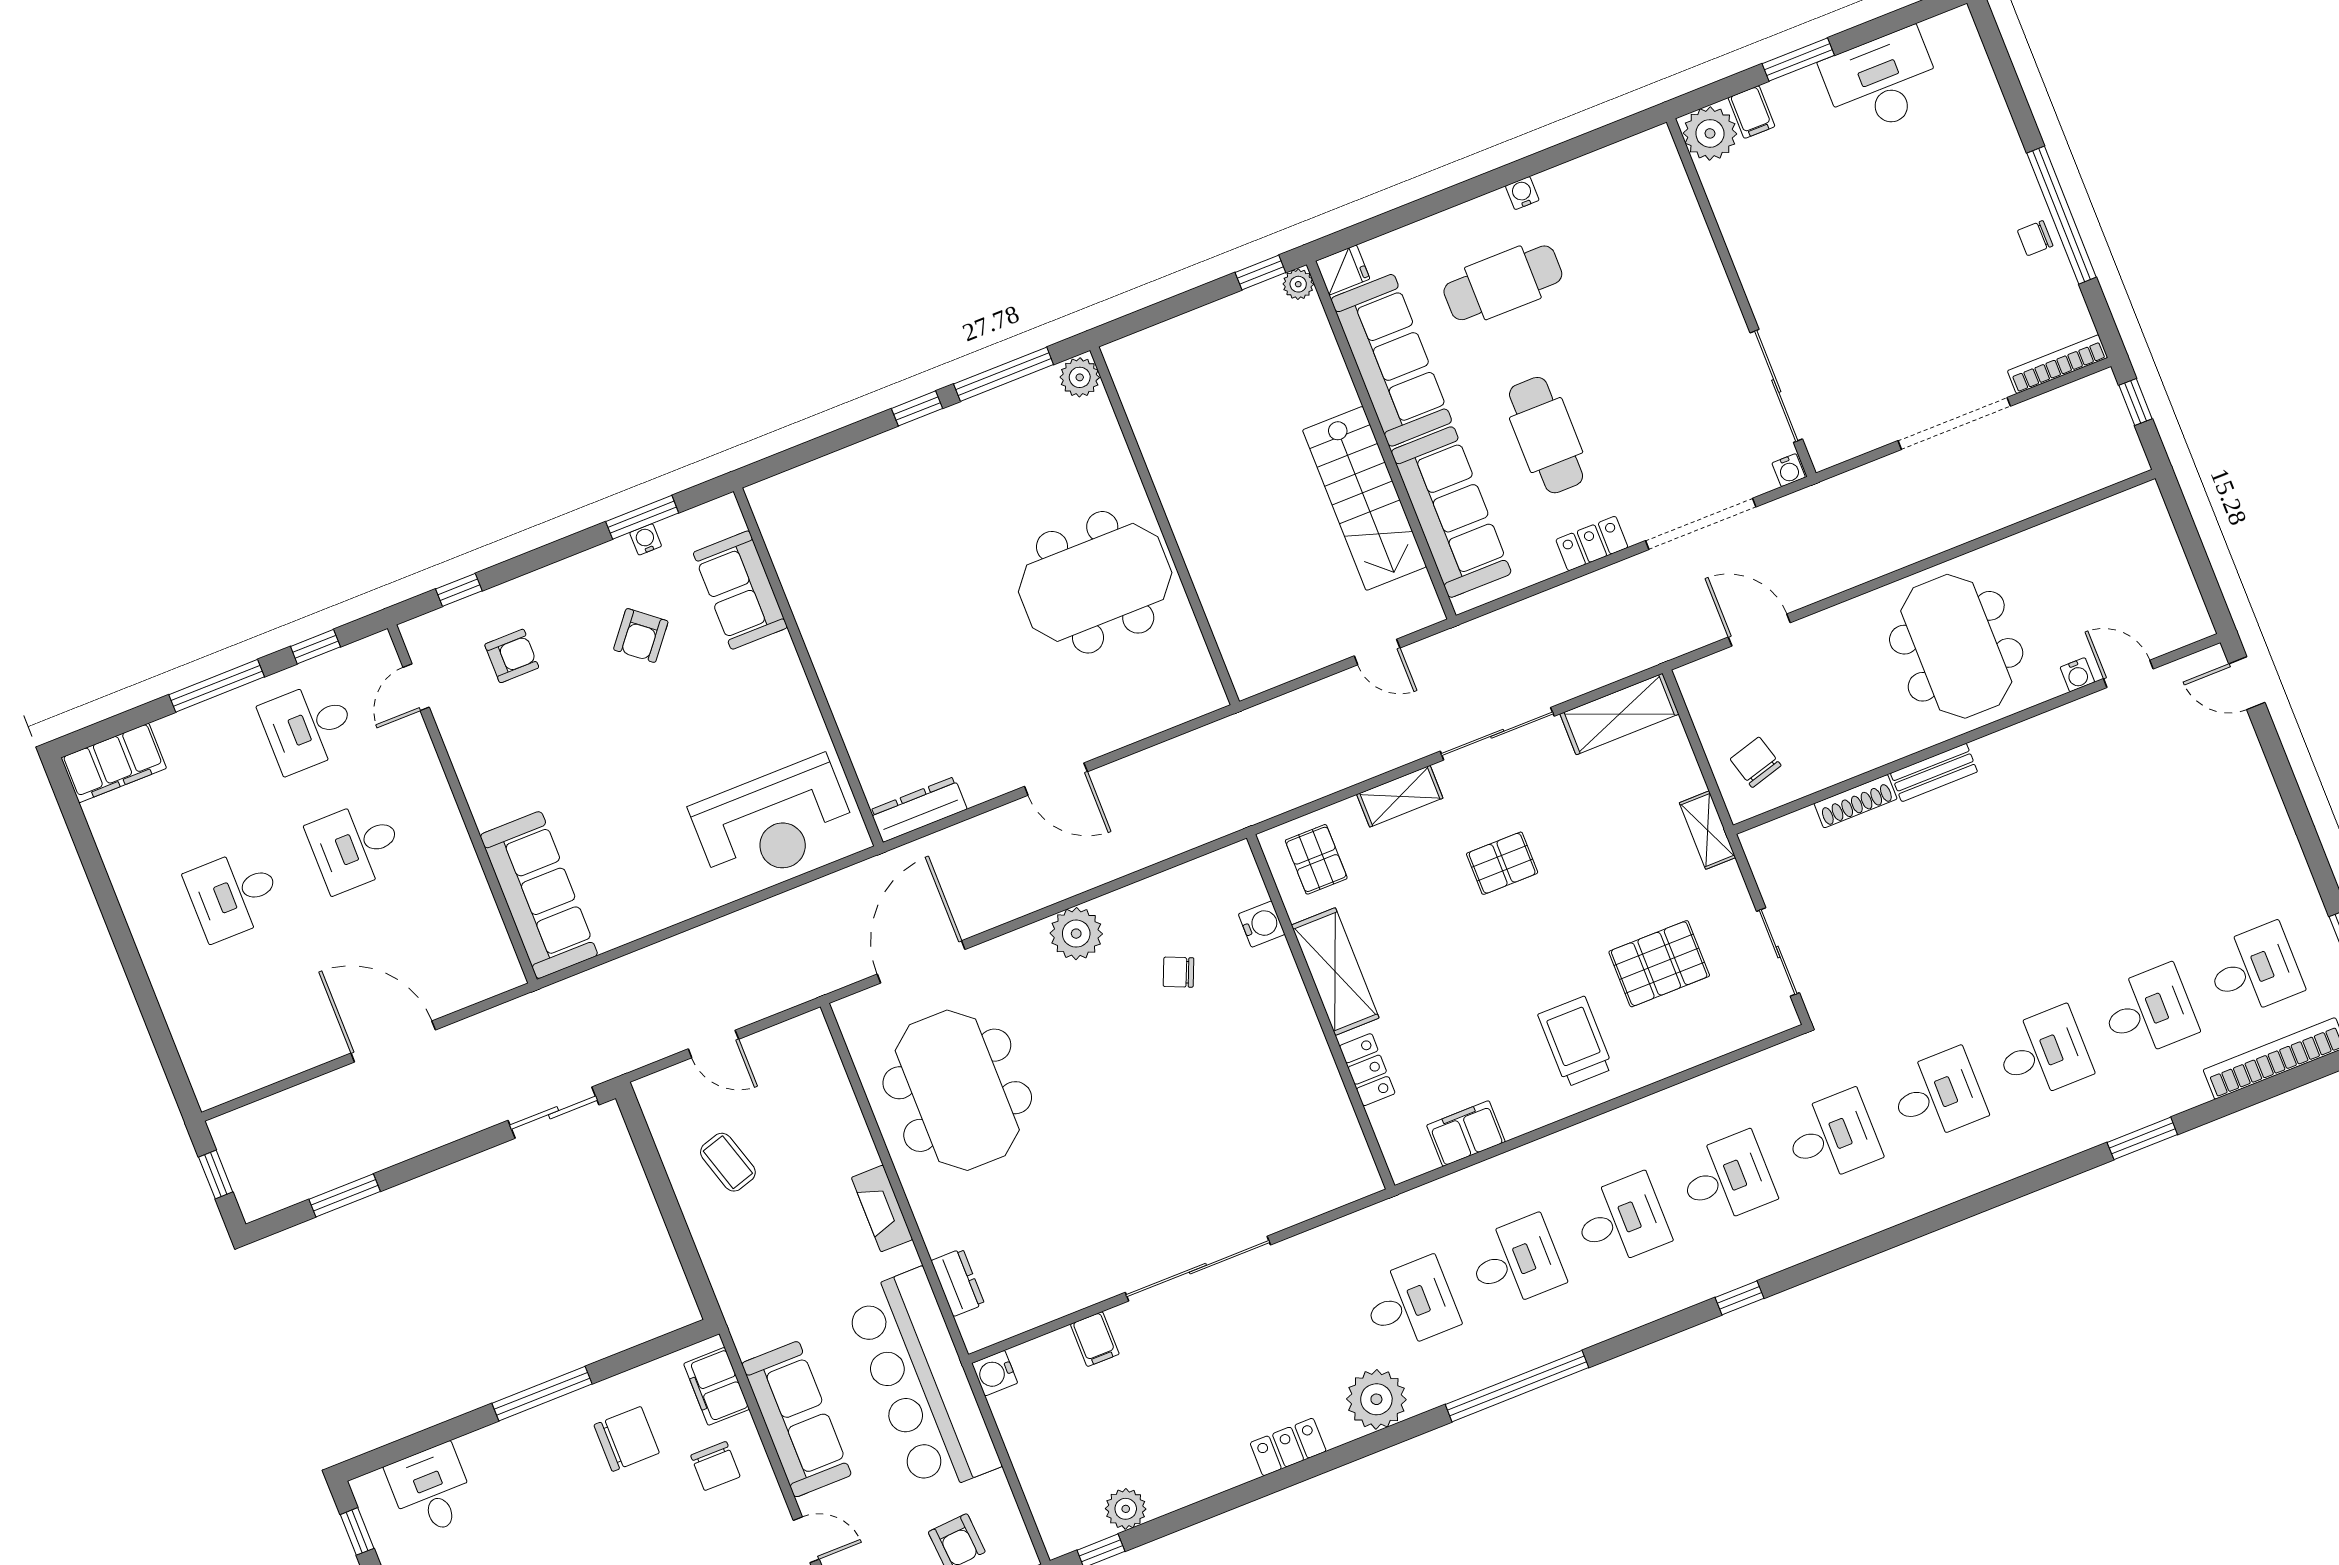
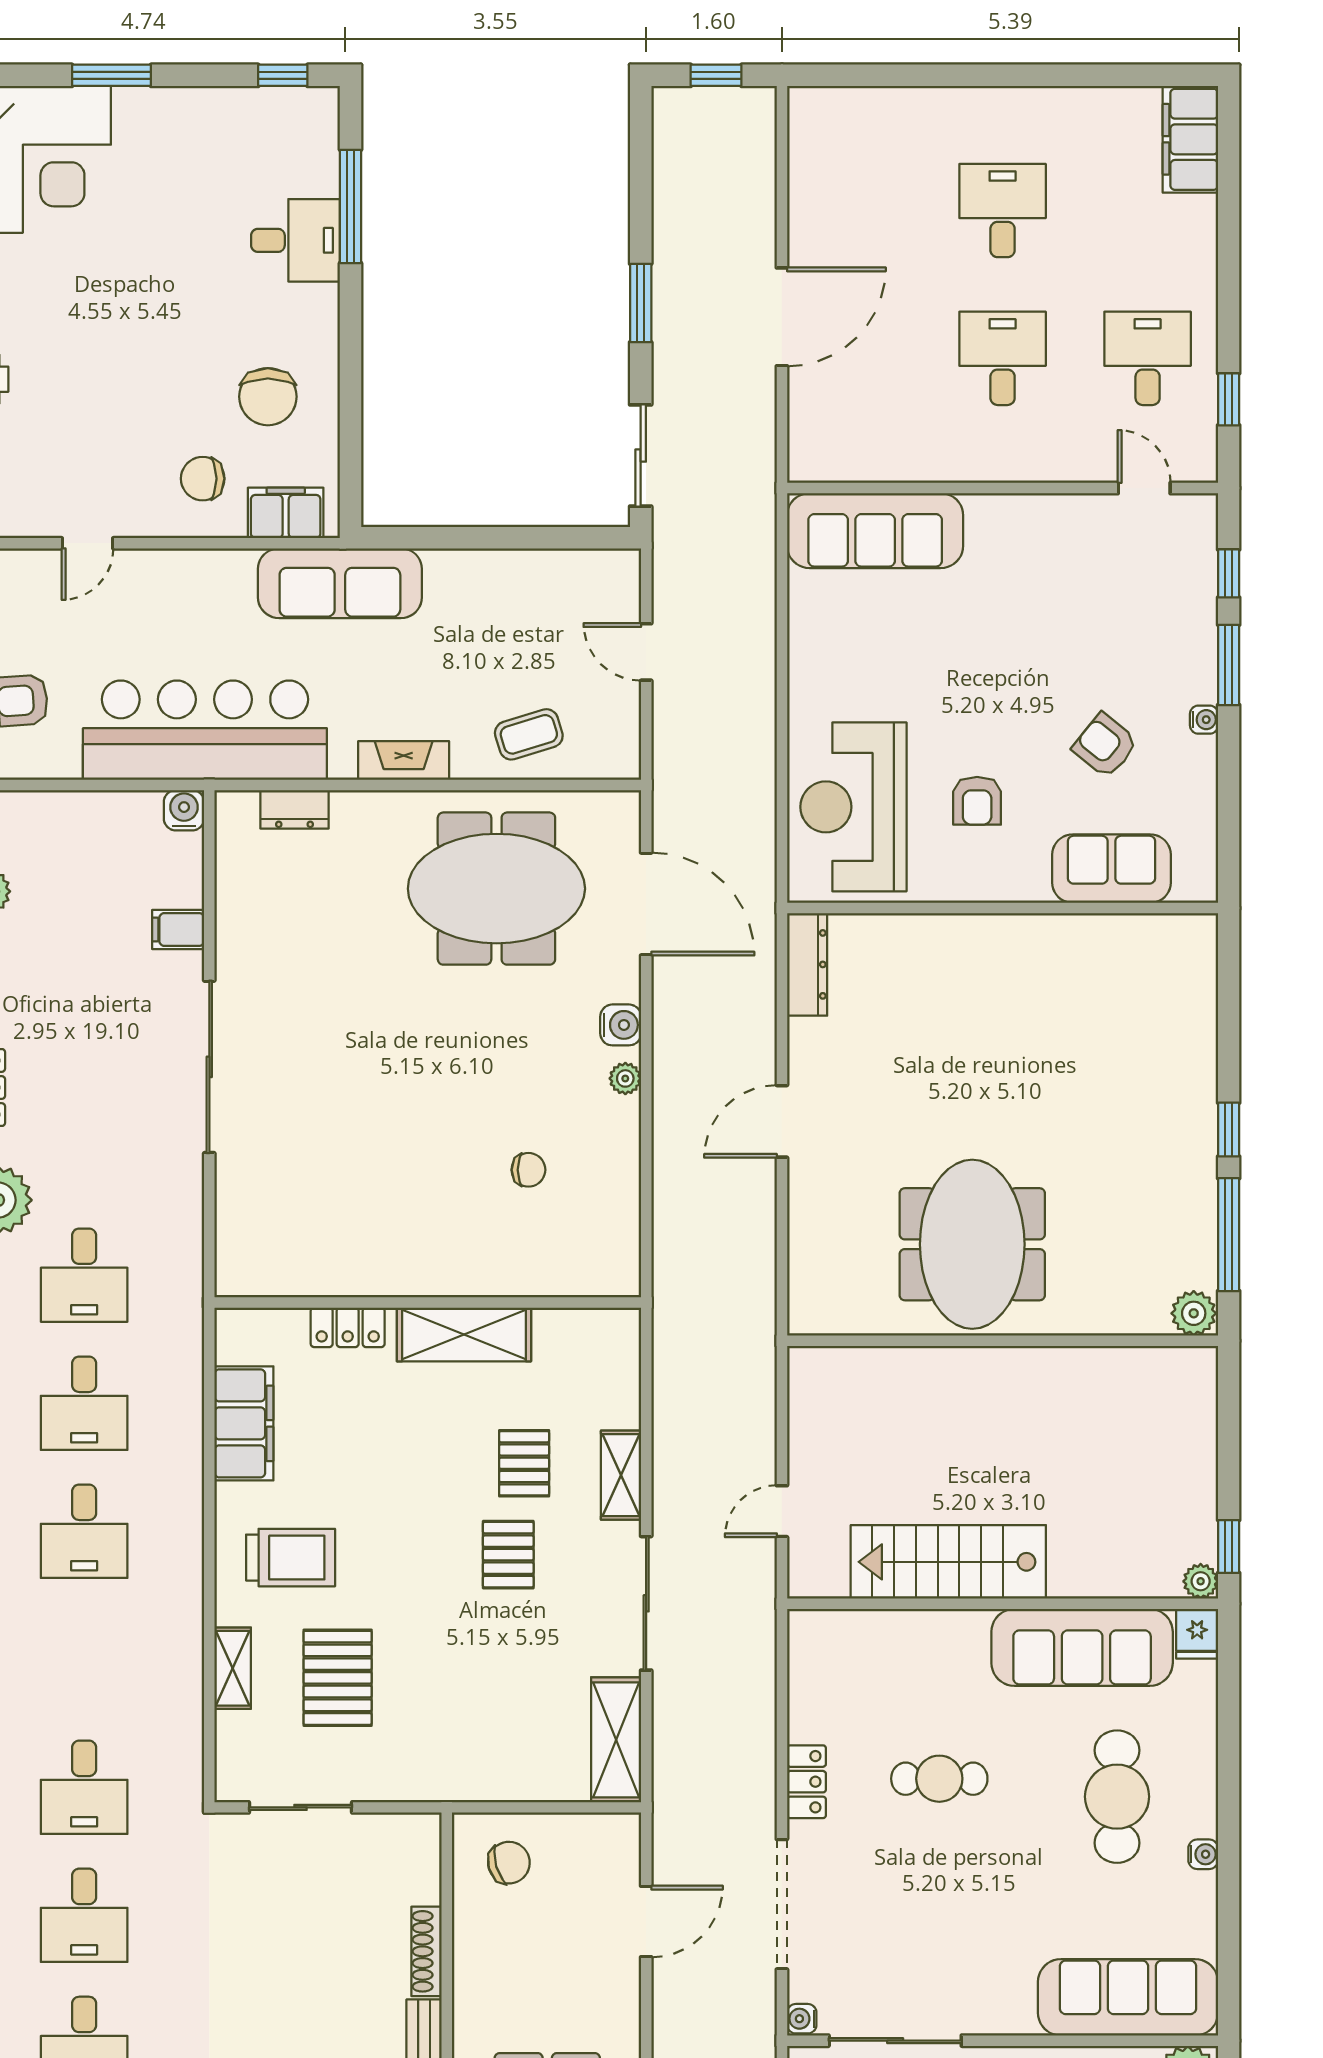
cafe table: (1546, 435) -> (939, 1779), width x0.73, depth x0.74
sofa: (1451, 512) -> (1128, 1997), moved, turned 180
window: (642, 517) -> (1229, 665), moved
water cooler: (646, 539) -> (1204, 720), moved
armchair: (512, 656) -> (977, 801), moved
window: (217, 686) -> (1229, 279), removed
shelving: (1708, 830) -> (233, 1668), moved, turned 90
pallet: (1316, 859) -> (524, 1463), moved, turned 90
water cooler: (1262, 924) -> (621, 1025), moved, turned -90
plant: (1076, 934) -> (625, 1078), width x0.53, depth x0.53
chair: (1178, 972) -> (528, 1170), turned 67
door: (713, 1044) -> (646, 652), hinge flipped
filing cabinet: (1466, 1133) -> (244, 1423), width x1.50, depth x1.17
coffee table: (728, 1162) -> (529, 734), moved
desk: (1727, 1179) -> (84, 1659), removed
window: (345, 1195) -> (641, 303), moved
window: (542, 1394) -> (351, 206), moved
sofa: (796, 1419) -> (340, 583), moved
desk: (431, 1490) -> (295, 240), moved

